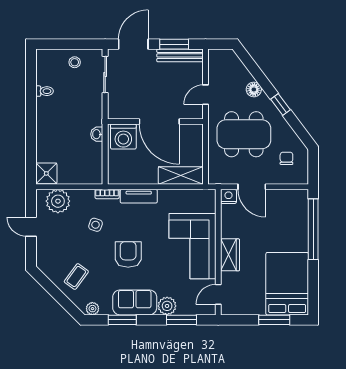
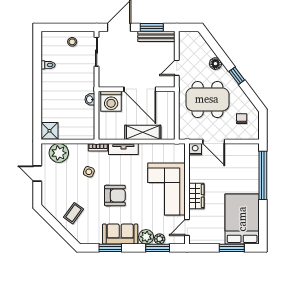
shelving: (181, 175) -> (143, 132), moved
armchair: (128, 254) -> (115, 196), turned 90
plant: (92, 309) -> (160, 239), moved

